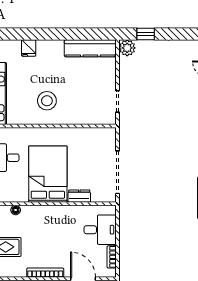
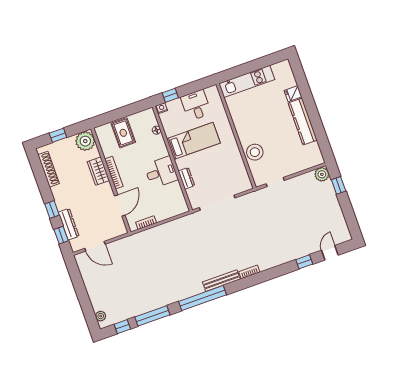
kitchen counter: (90, 48) -> (303, 122), moved
stool: (47, 101) -> (255, 152), moved
bed: (48, 174) -> (193, 141), width x0.67
desk: (100, 230) -> (161, 172), moved, turned -90

